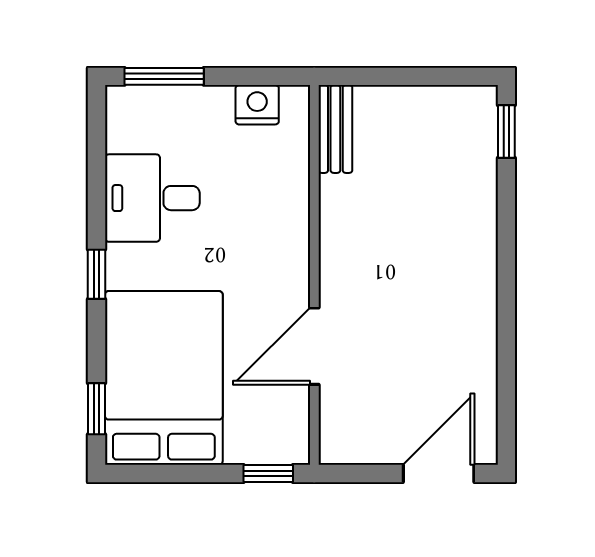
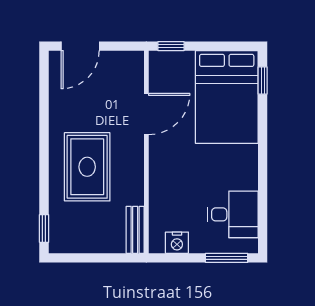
desk: (152, 198) -> (233, 214), moved
rug: (425, 247) -> (87, 167), added
window: (97, 274) -> (263, 152), removed

